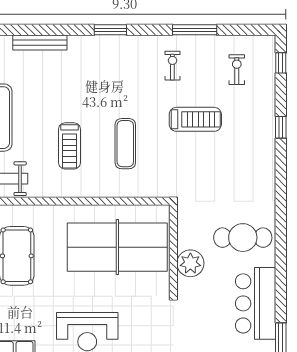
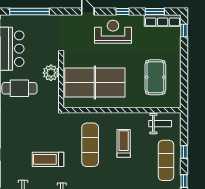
exercise mat: (125, 144) -> (90, 145), width x1.36, depth x1.45

